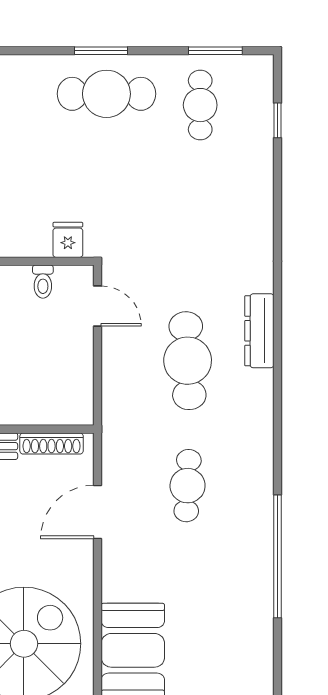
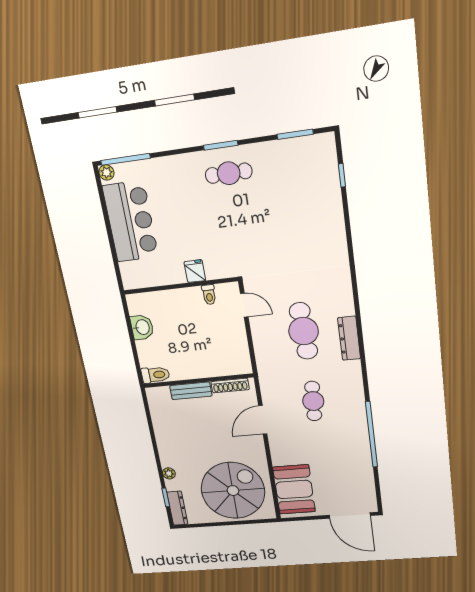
cafe table: (106, 94) -> (229, 173), width x0.73, depth x0.74
cafe table: (200, 105) -> (290, 172), removed
fridge: (68, 240) -> (195, 271), moved
dresser: (259, 331) -> (349, 338), moved

